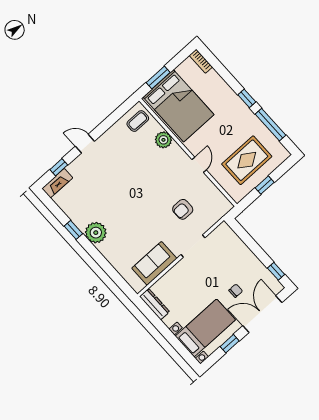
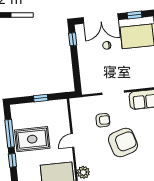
rug: (247, 160) -> (32, 139), moved
armchair: (145, 201) -> (123, 143), added

